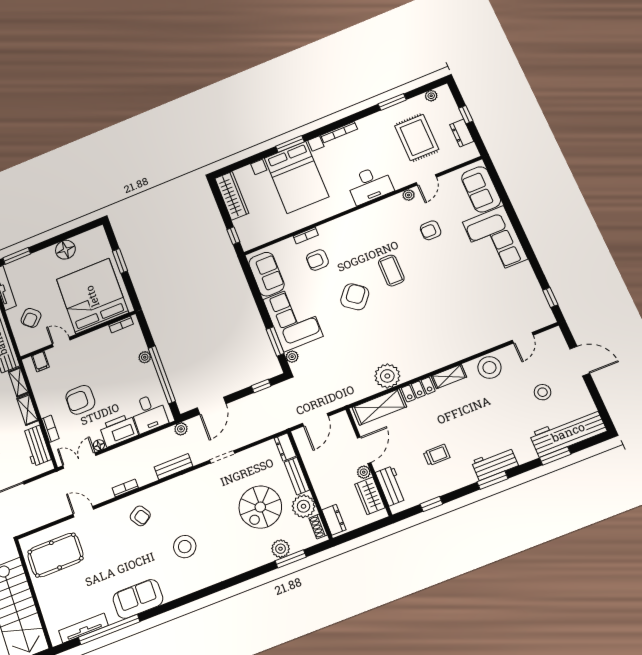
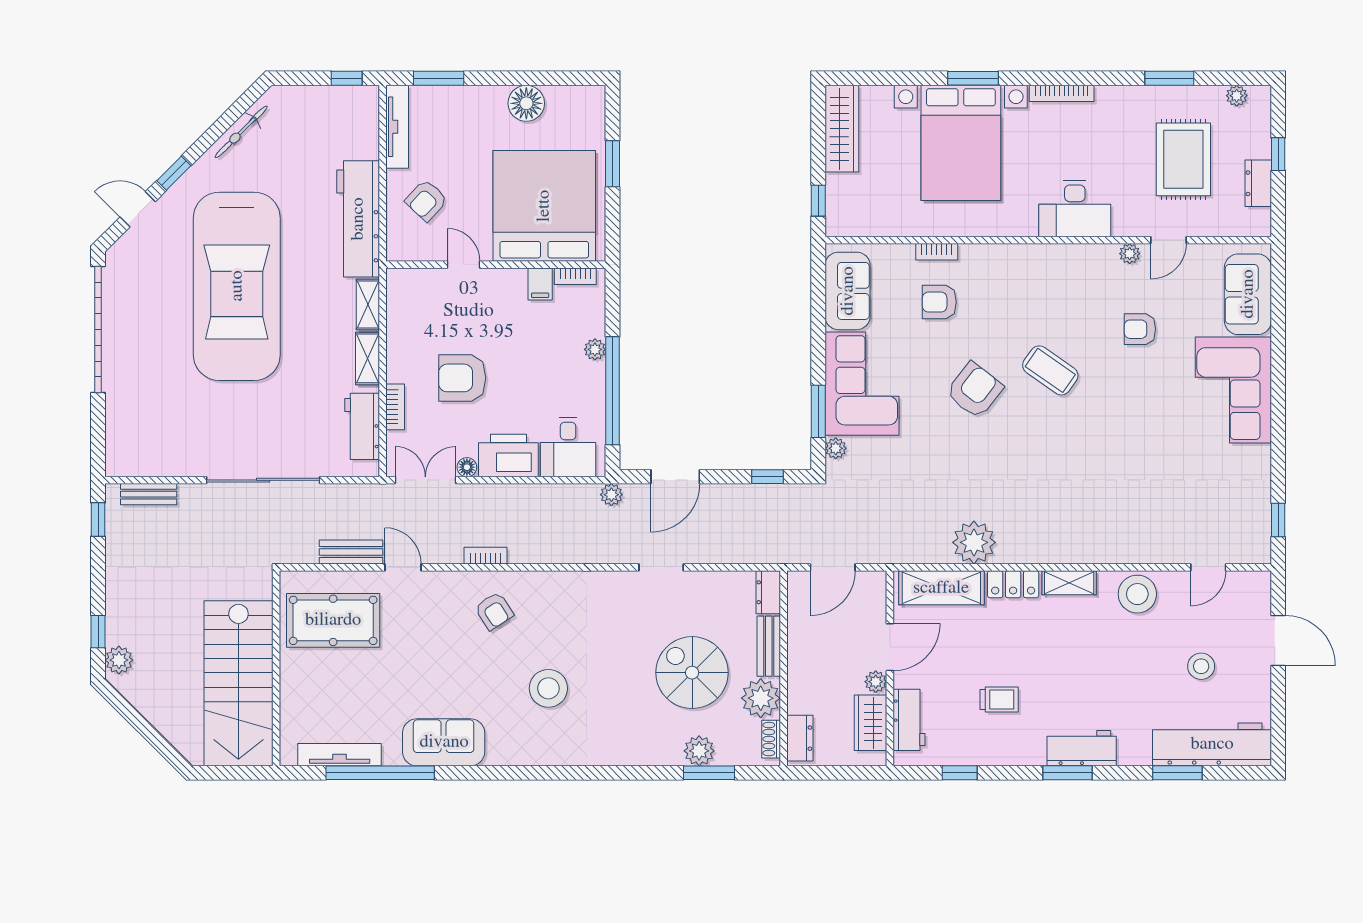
coffee table: (391, 270) -> (1050, 370), turned -55
filing cabinet: (40, 361) -> (540, 284), moved
bench: (174, 467) -> (351, 552), moved
spiral stairs: (260, 507) -> (692, 673), turned 90

